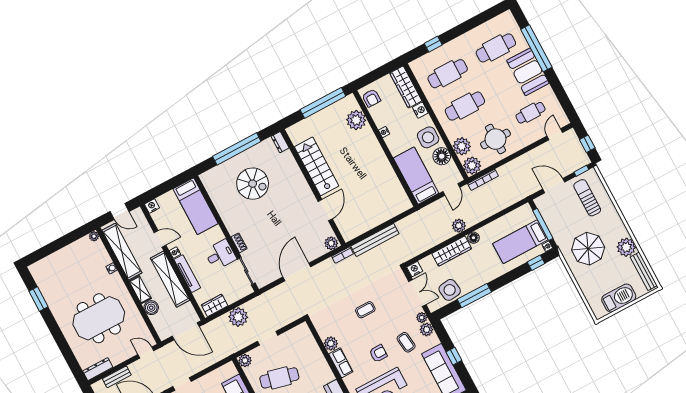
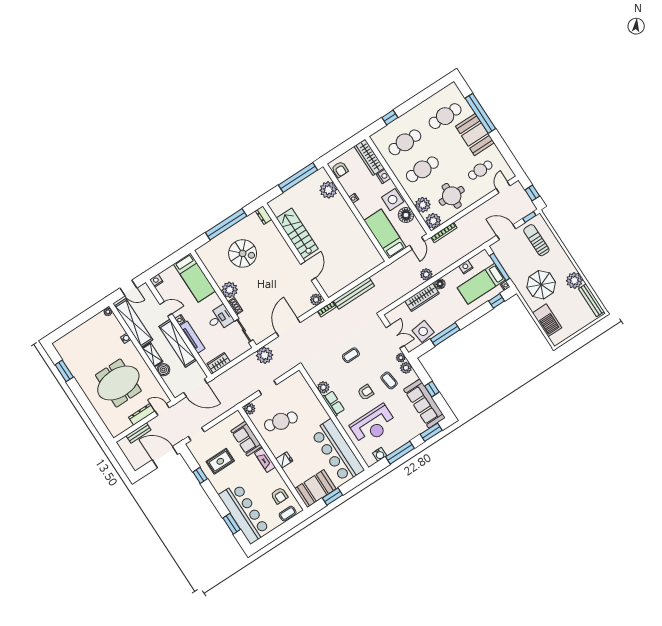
plant: (234, 224) -> (230, 290), added
nightstand: (415, 269) -> (466, 267), moved
barbecue: (619, 298) -> (547, 320), moved, turned 90
plant: (238, 317) -> (265, 355), moved
dresser: (98, 369) -> (142, 414), moved

